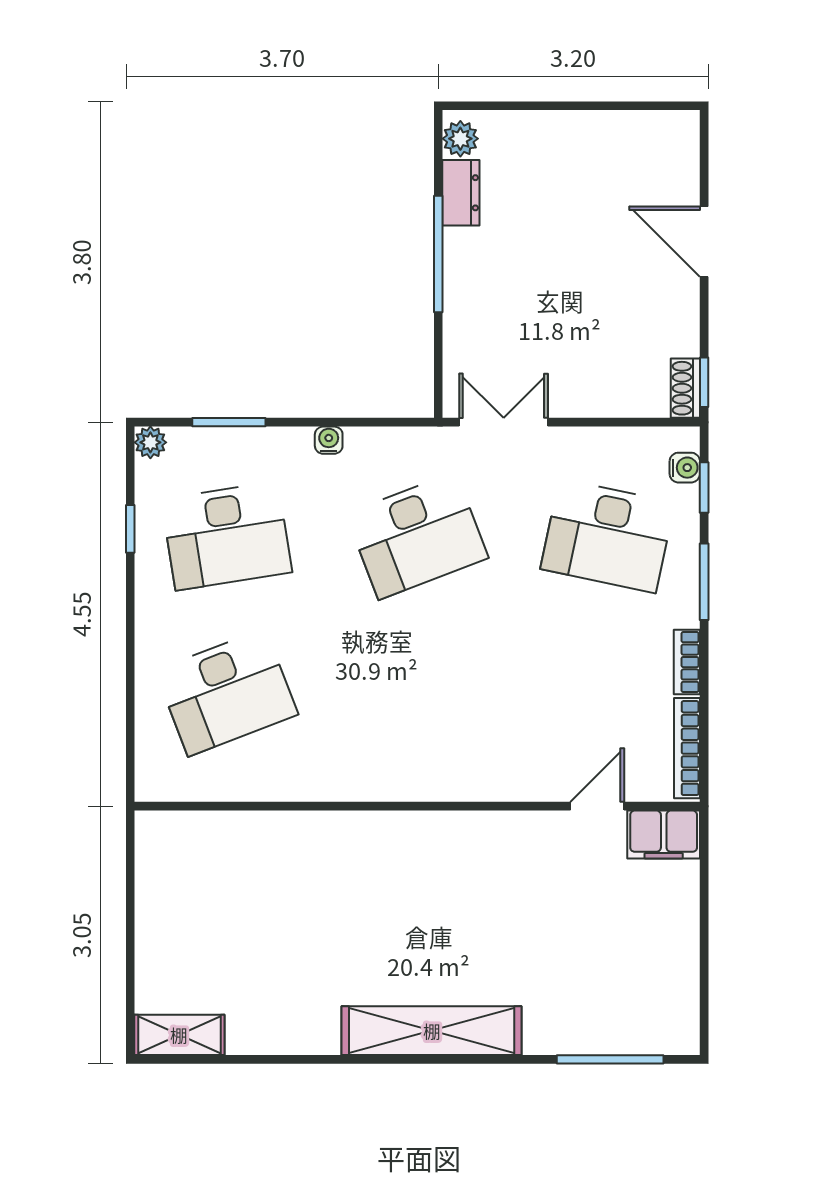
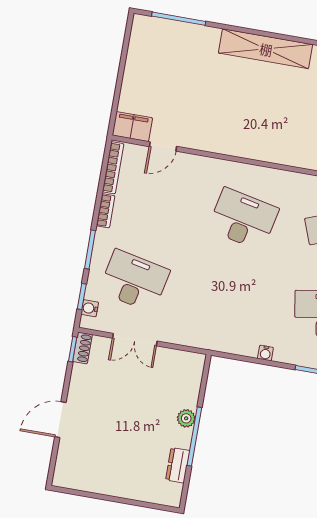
plant: (460, 139) -> (186, 418), moved
door: (704, 242) -> (60, 420), swing flipped
double door: (504, 422) -> (135, 340), moved
desk: (417, 536) -> (243, 219), moved, turned 33

